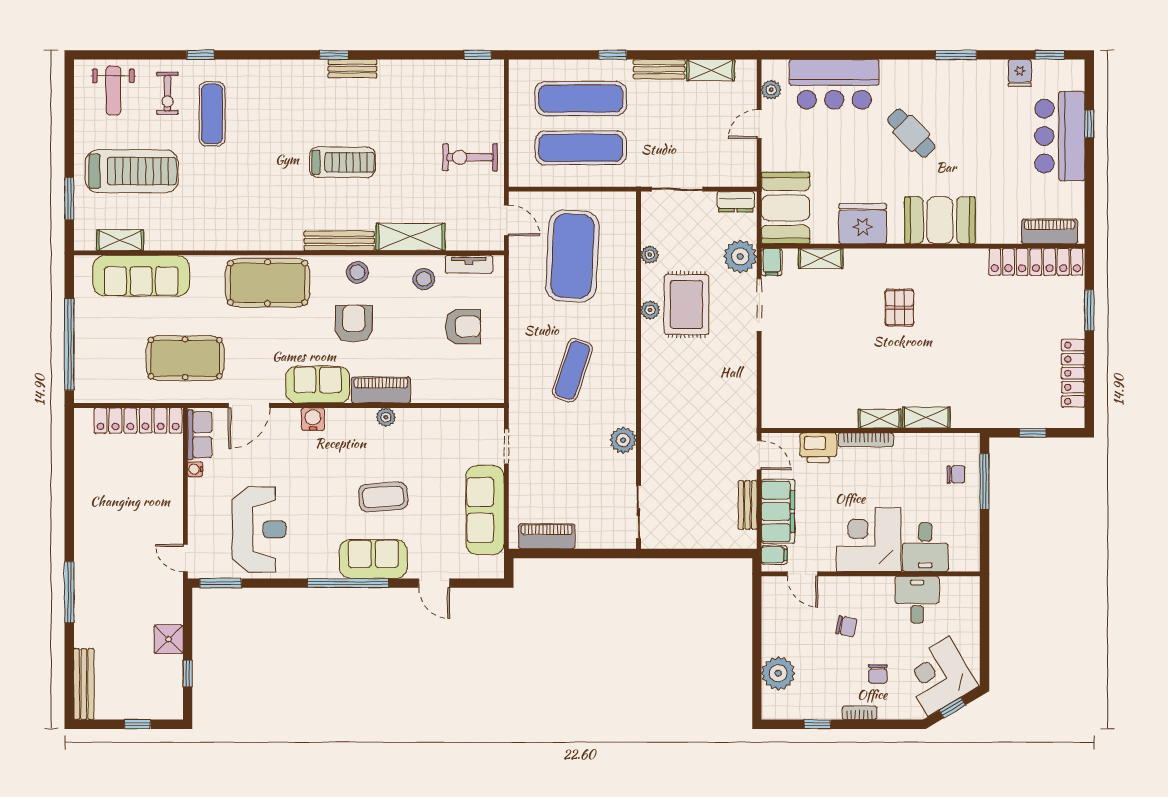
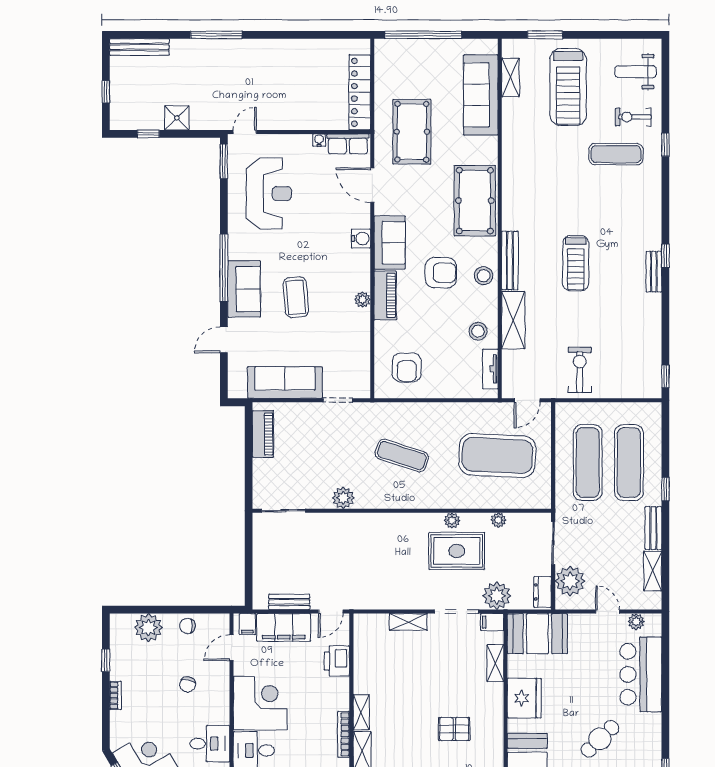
plant: (723, 169) -> (570, 581), added
armchair: (463, 327) -> (407, 367), moved
shelving: (771, 362) -> (408, 622), added
bookcase: (866, 440) -> (344, 734), moved
reception desk: (259, 529) -> (269, 193), turned -90
chair: (878, 674) -> (187, 626), moved

